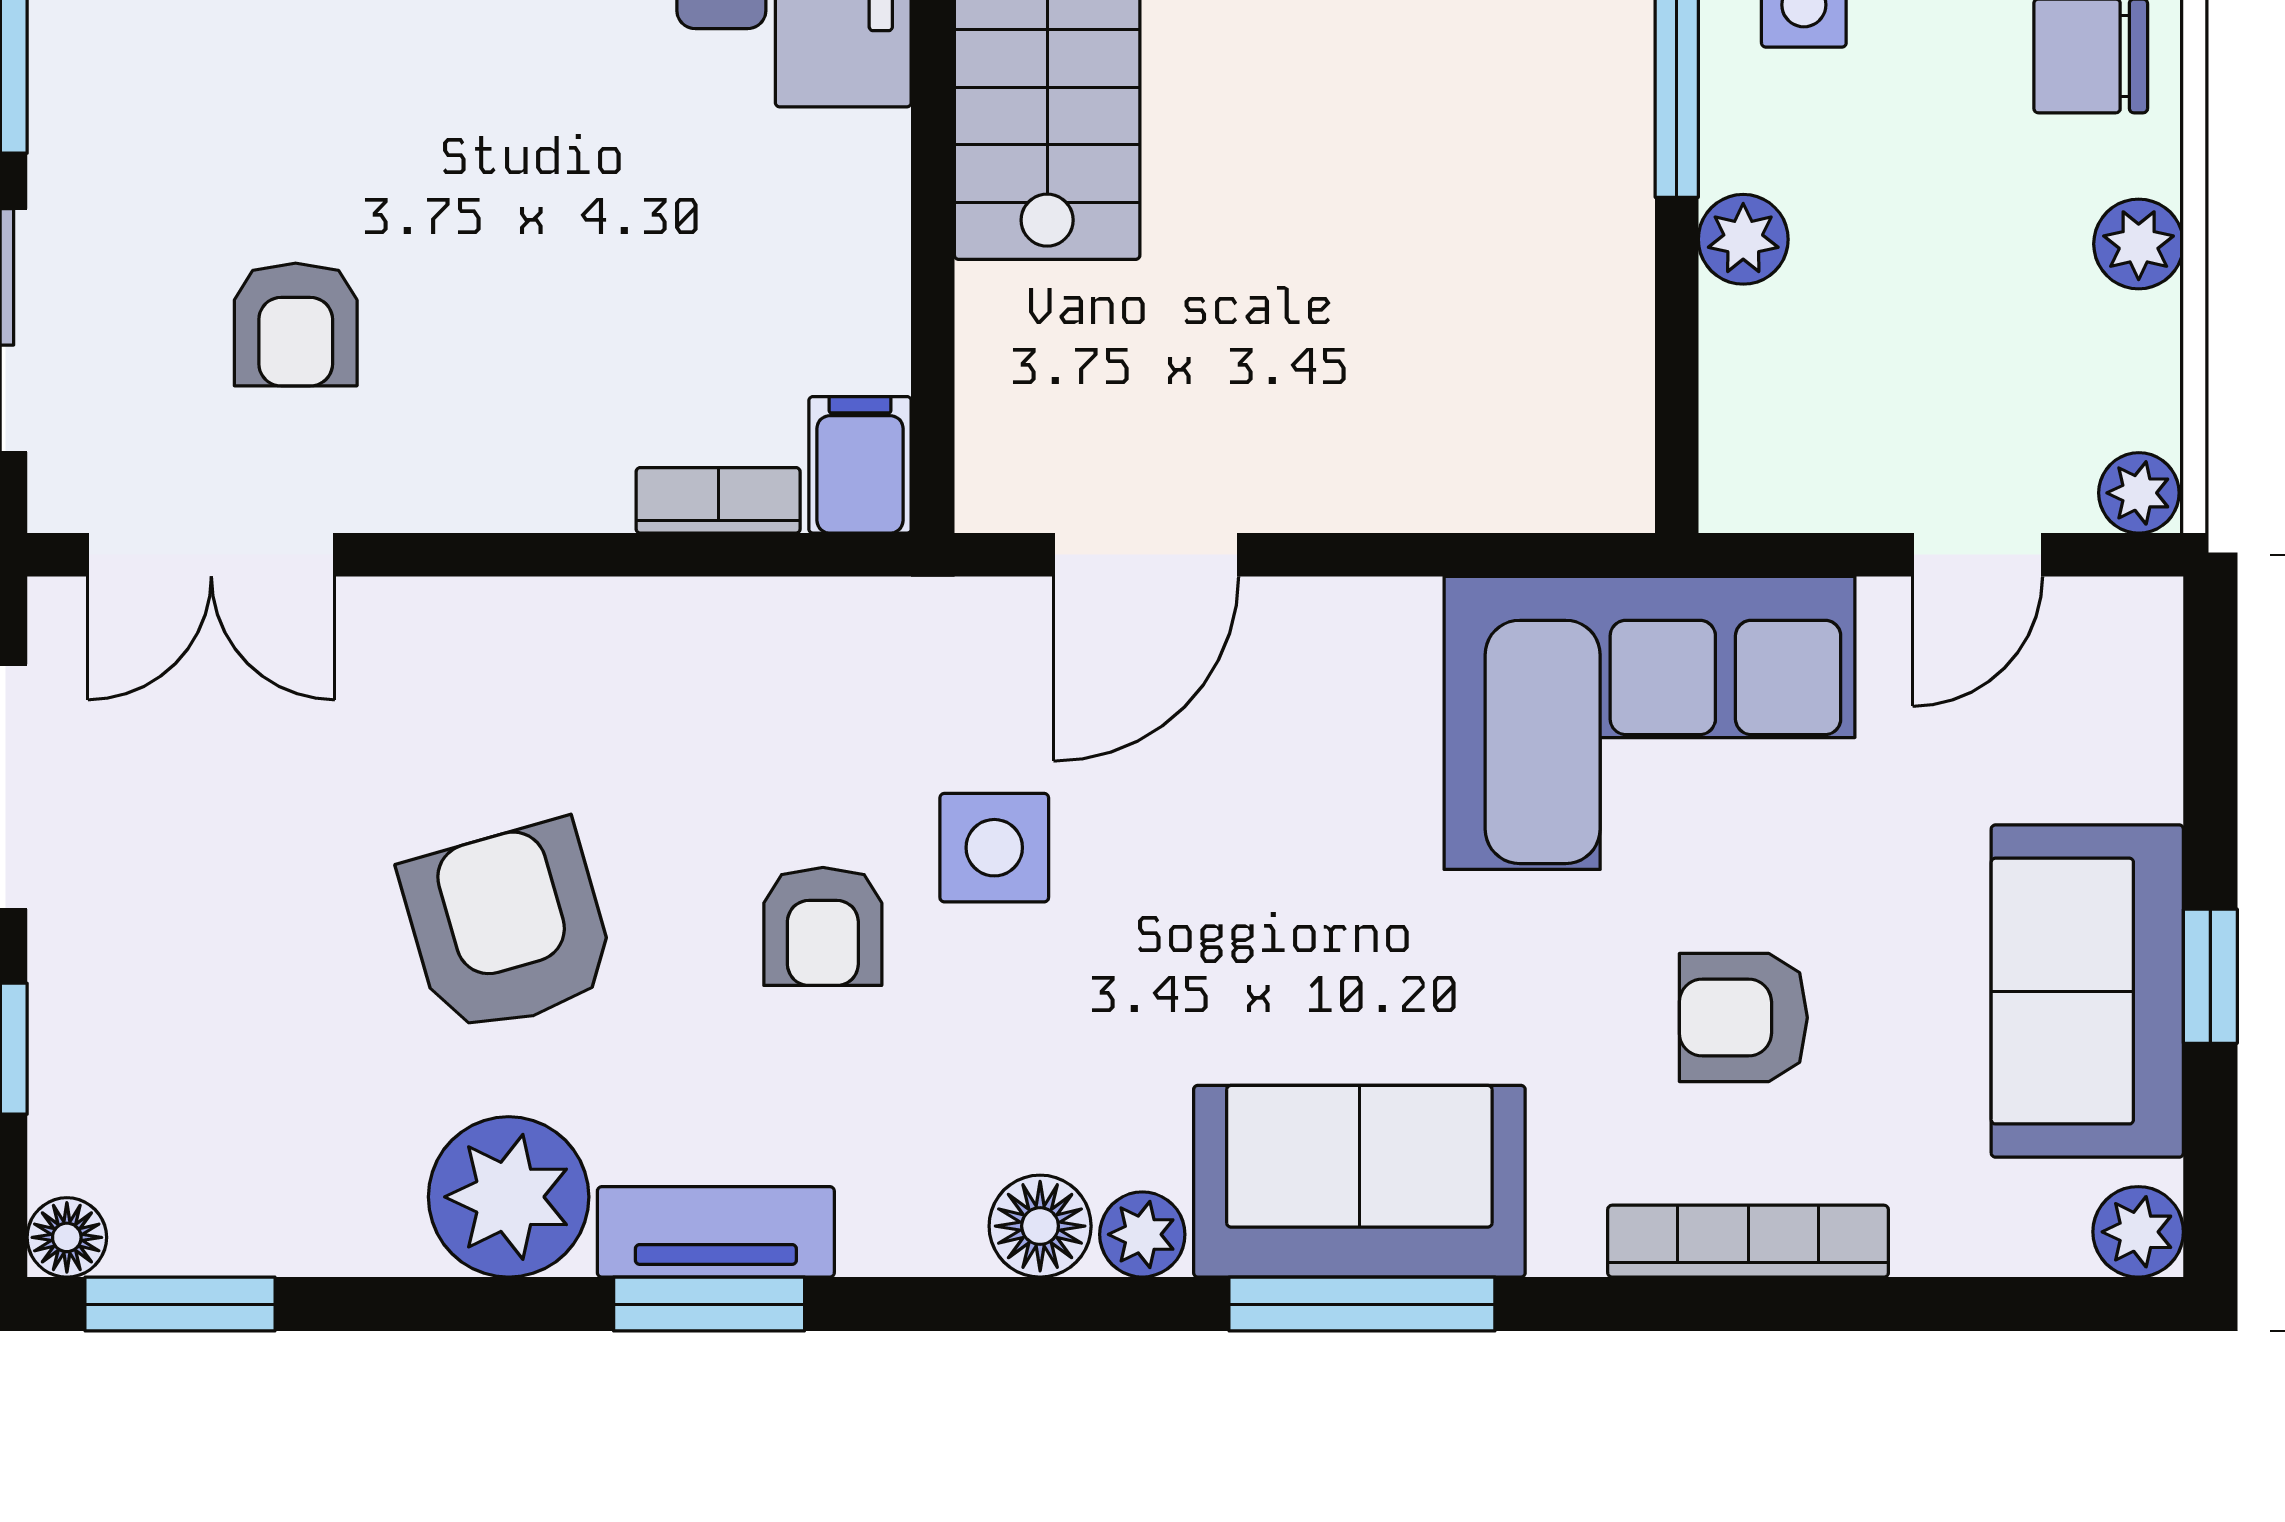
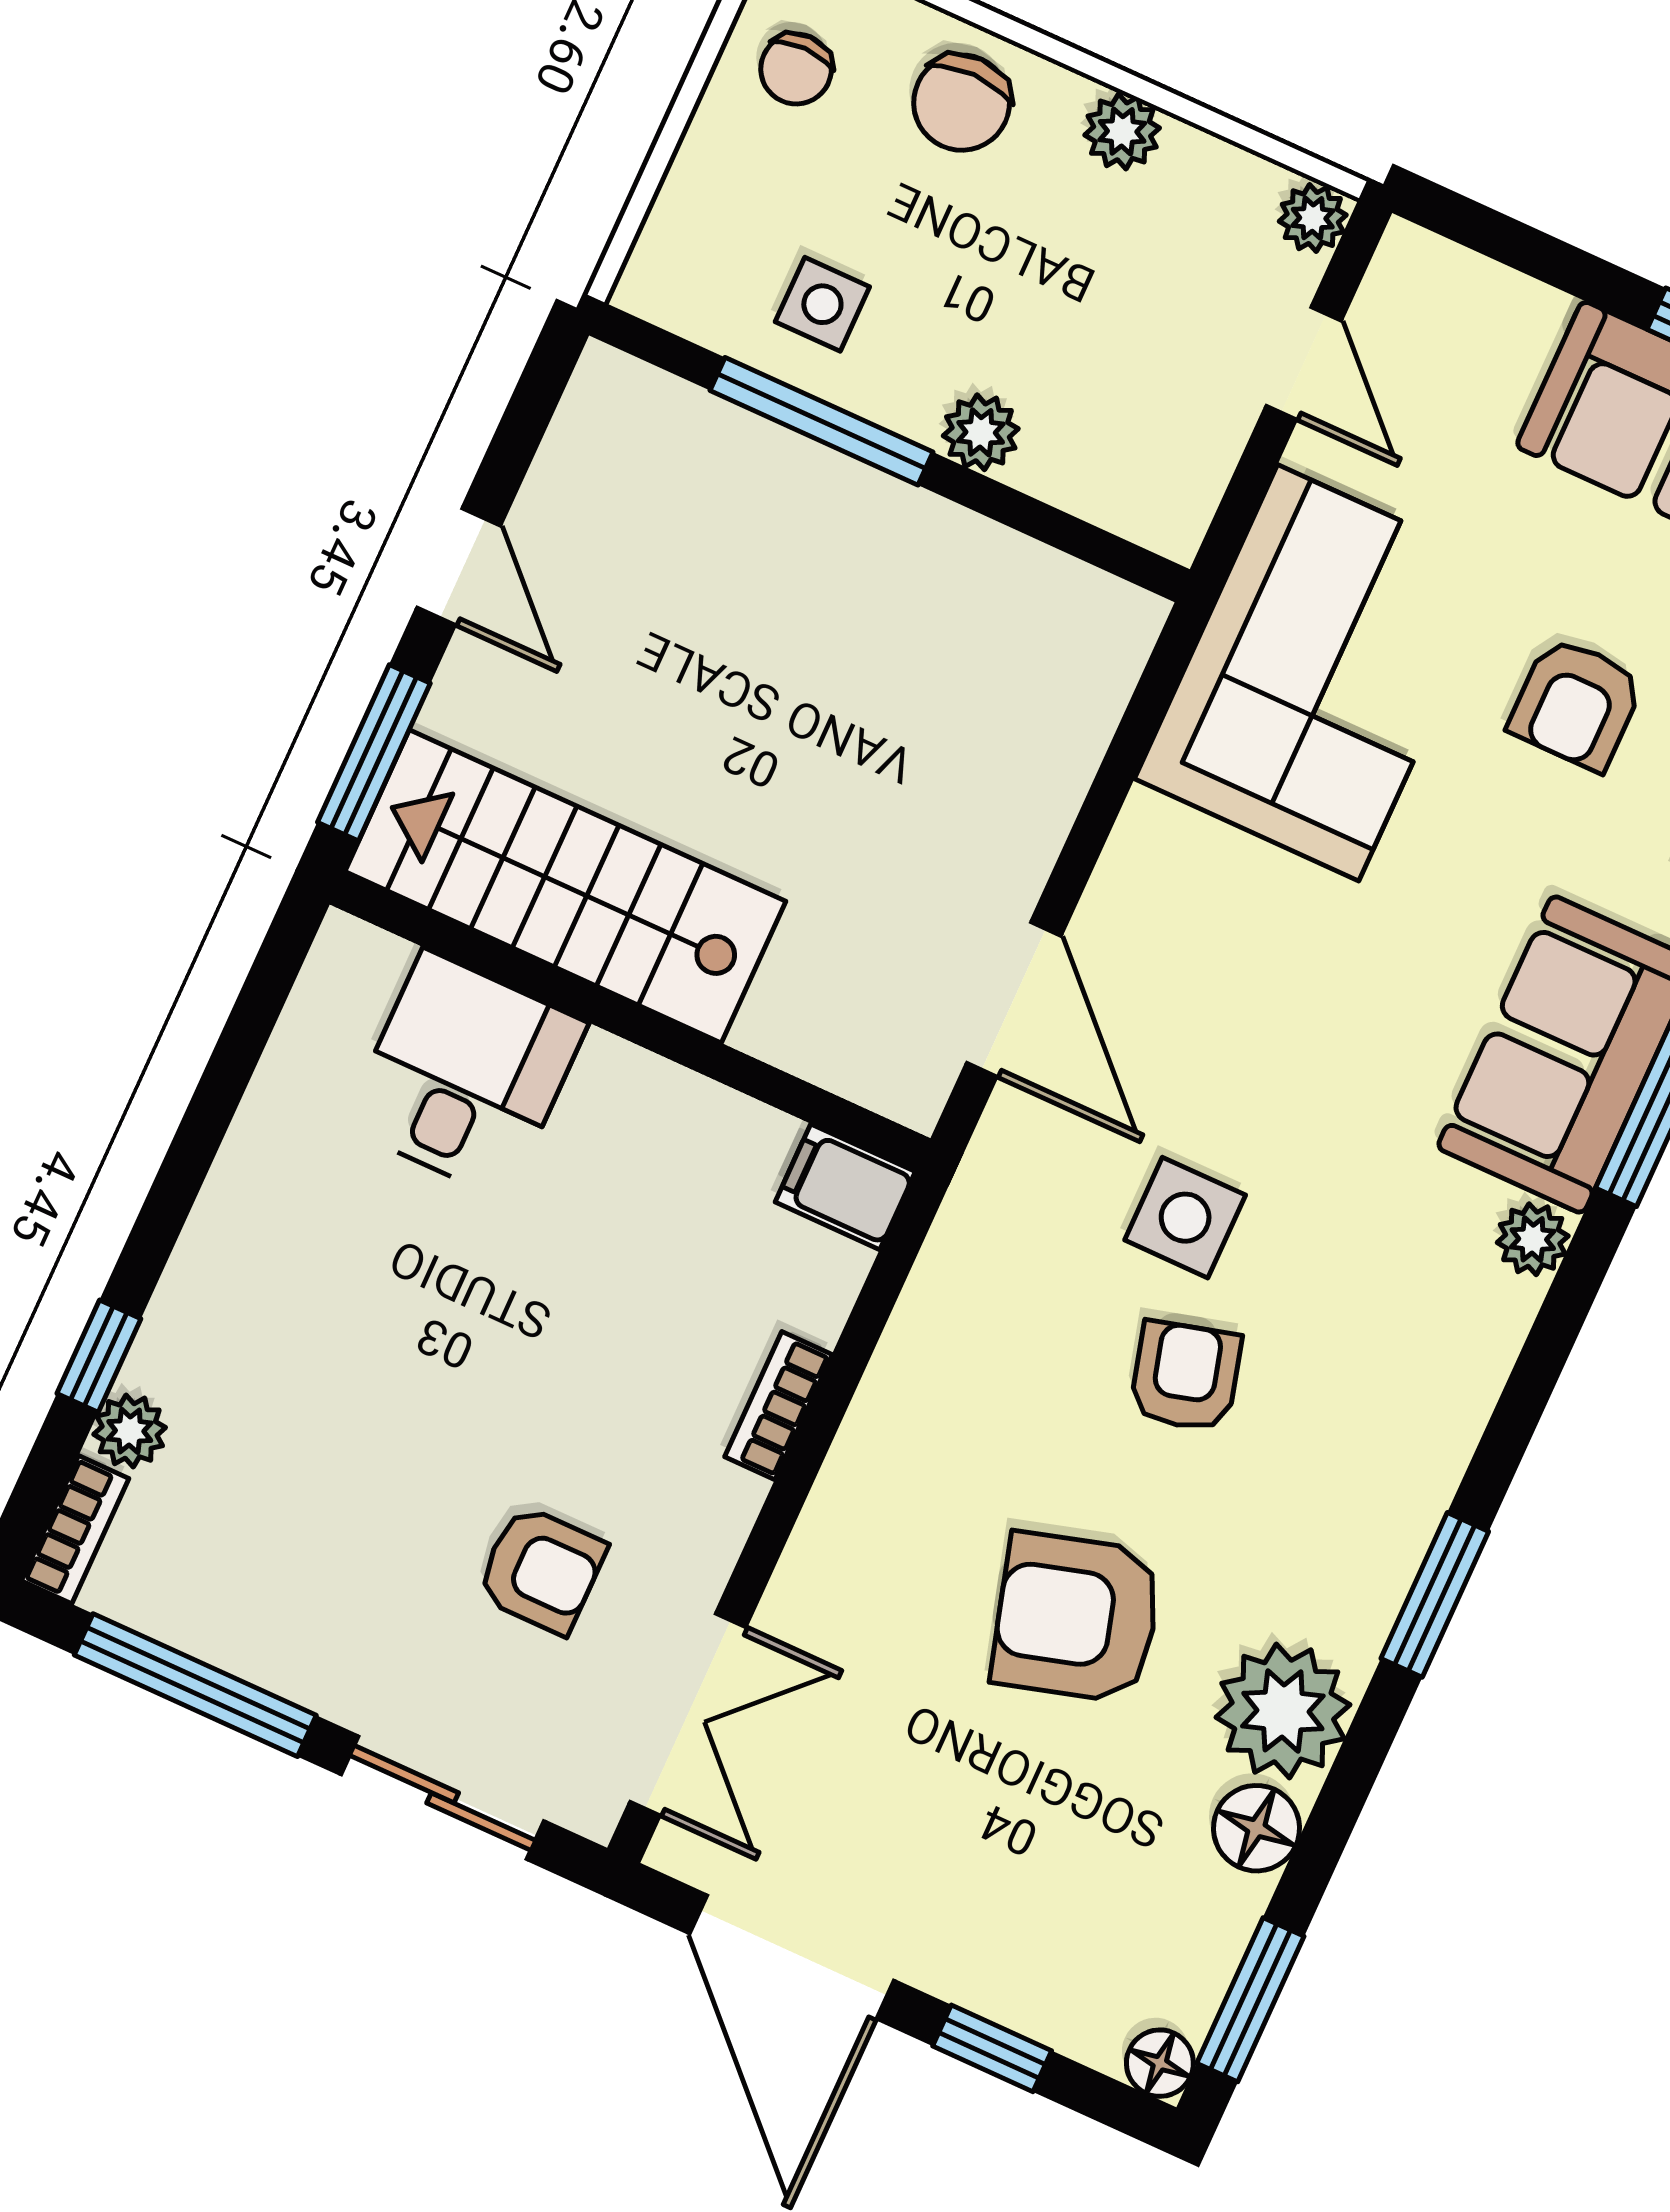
bookcase: (718, 500) -> (778, 1406), moved
armchair: (823, 926) -> (1186, 1376), turned -105
floor lamp: (1040, 1226) -> (1256, 1828), moved
tv unit: (716, 1232) -> (1382, 1565), removed

